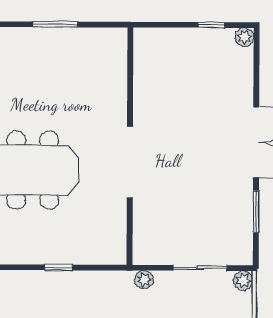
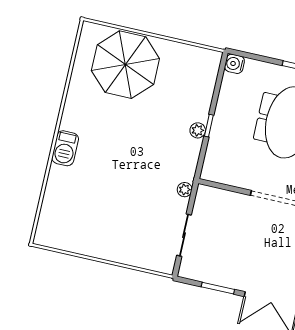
plant: (243, 281) -> (198, 130), moved

